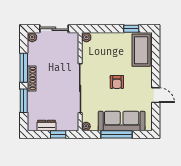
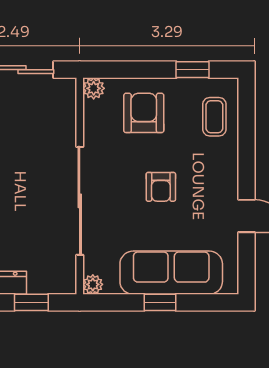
armchair: (109, 48) -> (144, 113), added
coffee table: (141, 50) -> (214, 117), width x0.54, depth x0.58
window: (117, 134) -> (160, 302), width x0.46

